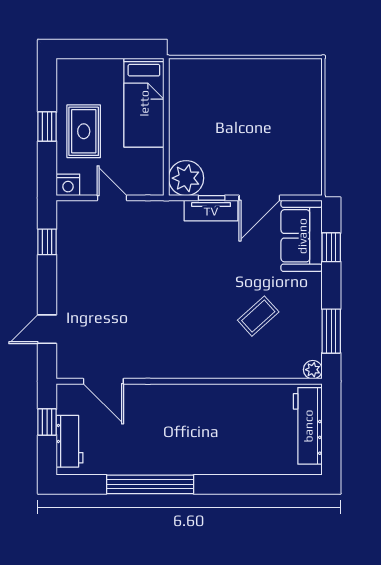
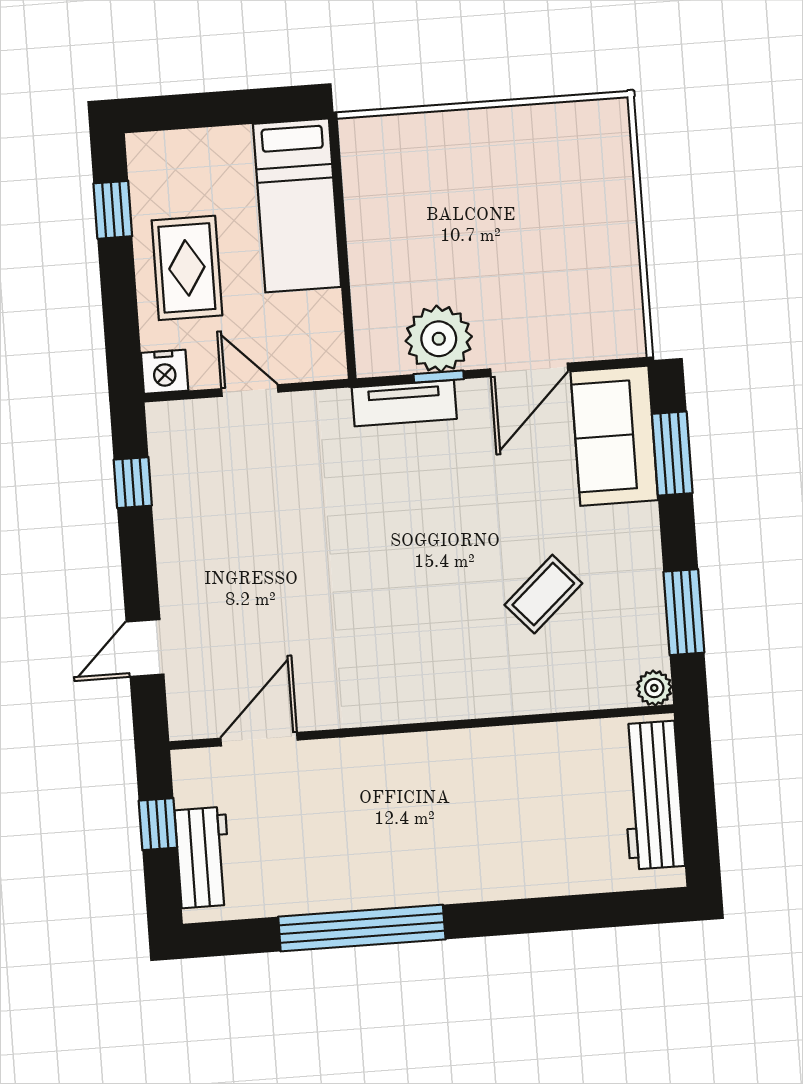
window: (47, 127) -> (113, 210), moved
plant: (186, 178) -> (439, 339), moved
tv unit: (211, 211) -> (404, 403), moved
window: (331, 247) -> (672, 454), width x1.50
door: (103, 381) -> (259, 739), swing flipped

